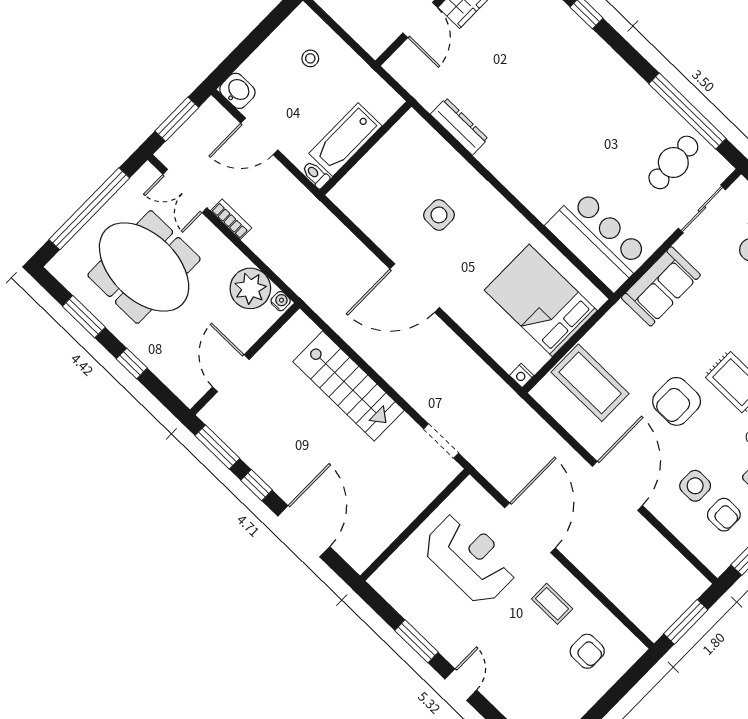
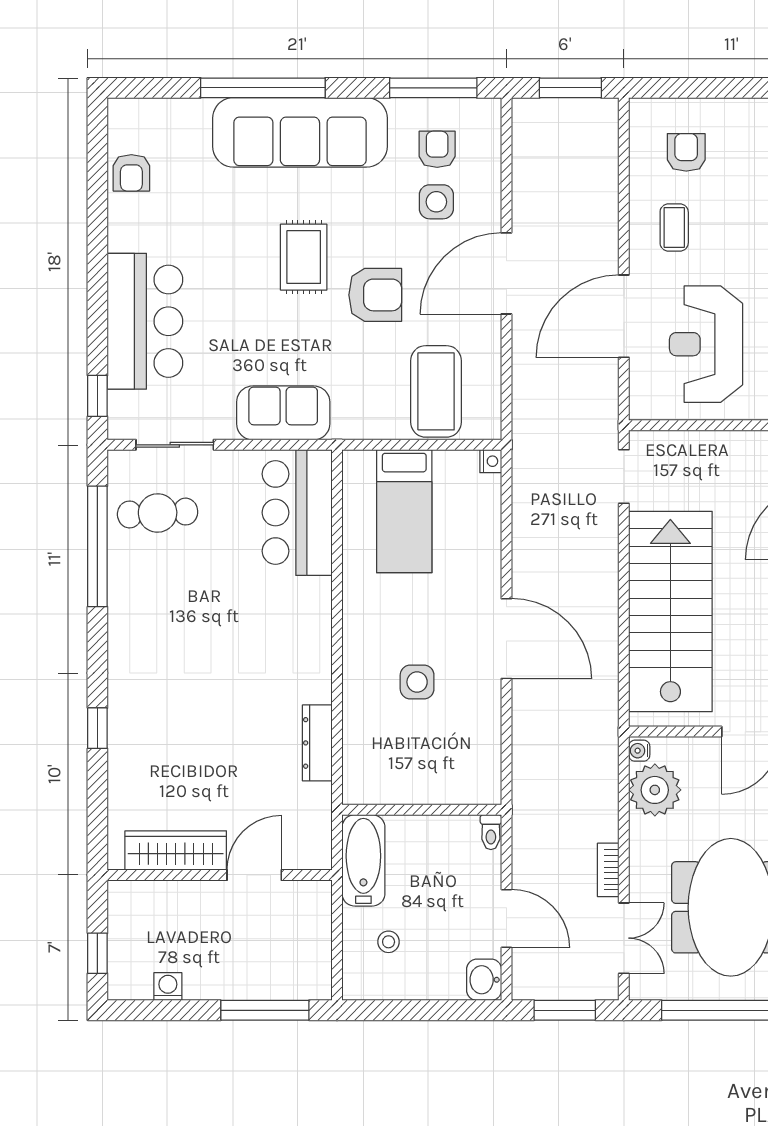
bathtub: (345, 140) -> (363, 860), moved, turned -90
bed: (541, 300) -> (404, 511), width x0.67
stairs: (348, 386) -> (670, 612), width x1.36, depth x1.51

